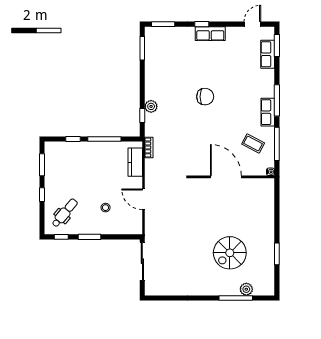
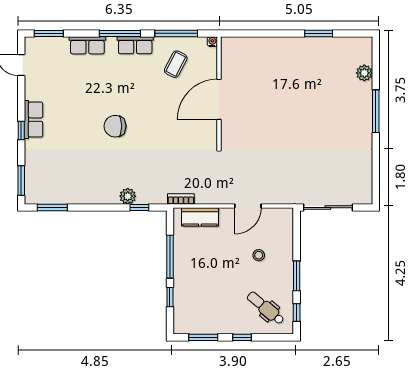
row of seats: (268, 54) -> (87, 45), moved
chair: (205, 97) -> (115, 126), turned -90
spiral stairs: (230, 253) -> (317, 94), removed
window: (236, 298) -> (376, 111), moved

